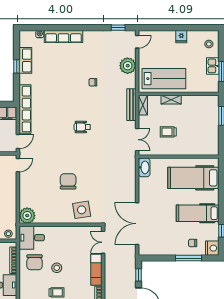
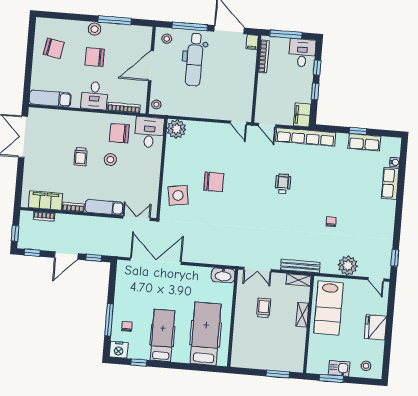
row of seats: (63, 36) -> (390, 183), width x0.68
fridge: (181, 37) -> (376, 327), width x1.88, depth x1.34
wheelchair: (82, 127) -> (283, 184), moved

